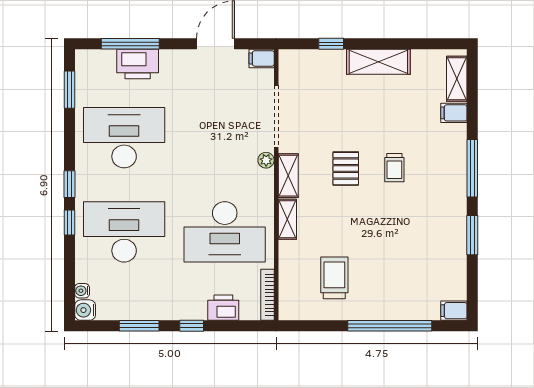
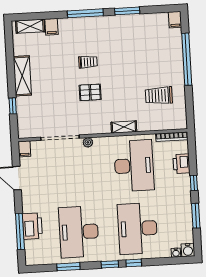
window: (69, 90) -> (68, 267), moved
shelving: (288, 176) -> (97, 128), removed

